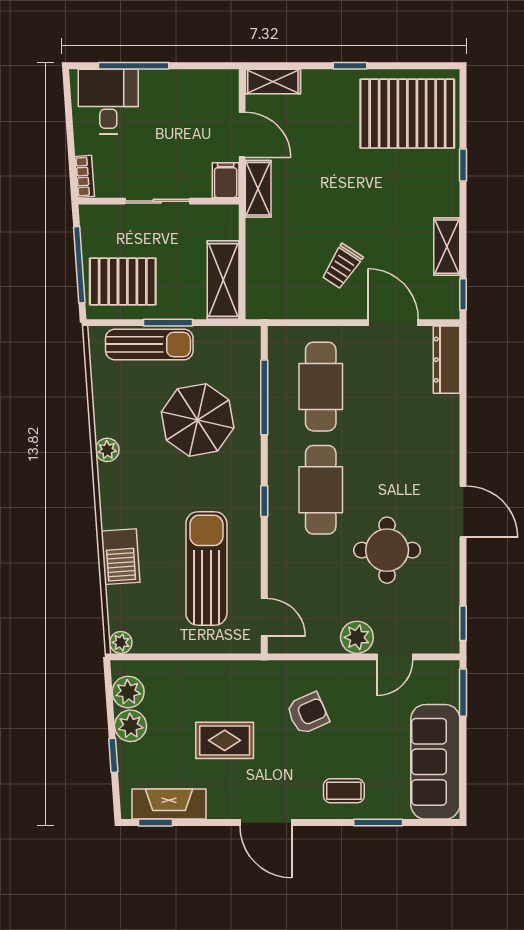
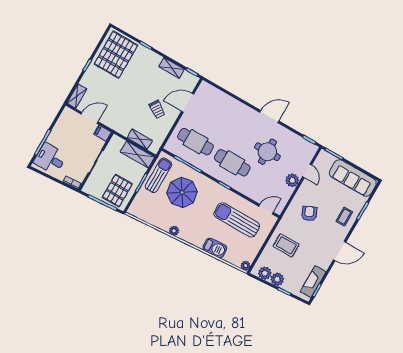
shelving: (258, 189) -> (140, 139), moved
sun lounger: (149, 344) -> (158, 175), moved
dresser: (447, 360) -> (212, 91), removed
rug: (225, 740) -> (286, 245), moved, turned 90

